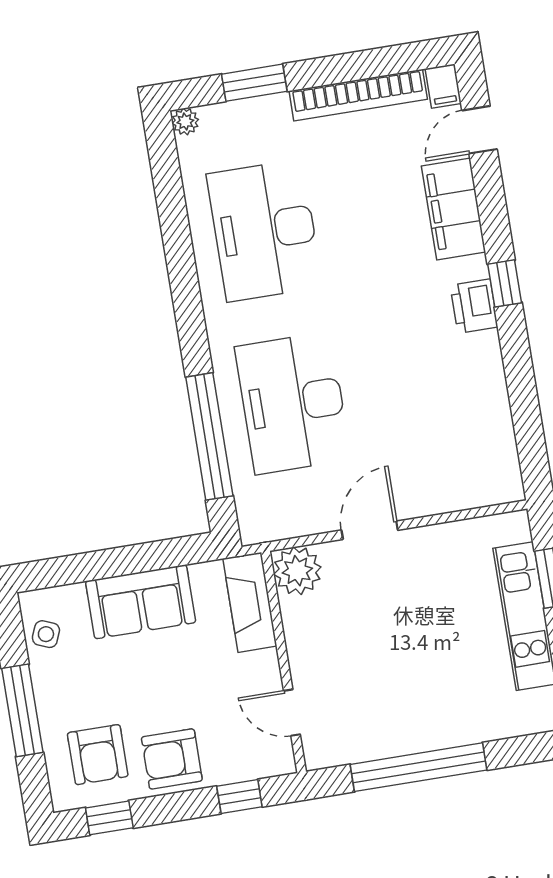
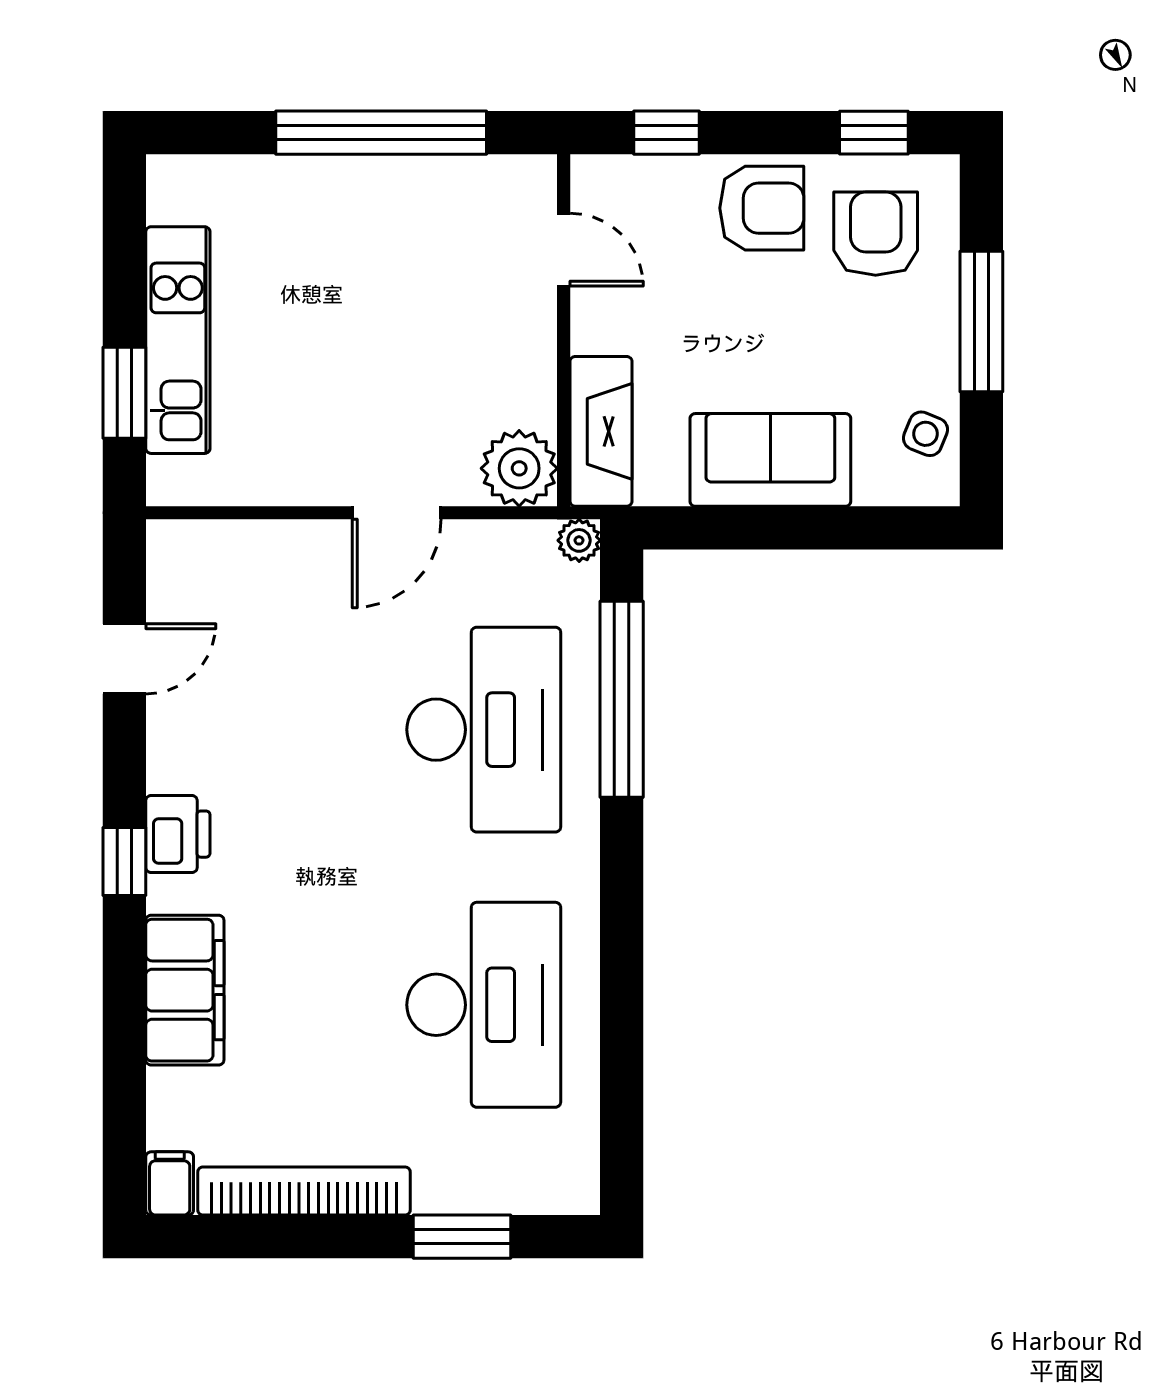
plant: (185, 121) -> (579, 540), moved
door: (480, 130) -> (124, 659), moved

